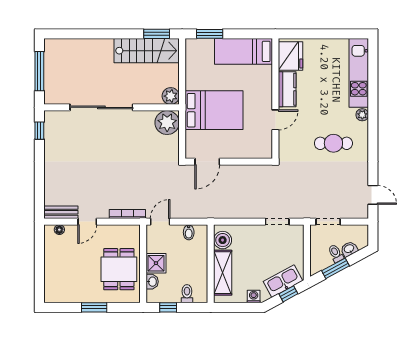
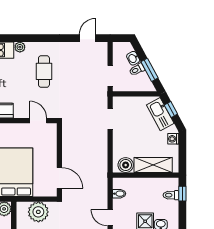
door: (275, 120) -> (38, 121), moved
plant: (167, 123) -> (38, 212), moved
window: (168, 307) -> (182, 194), moved

